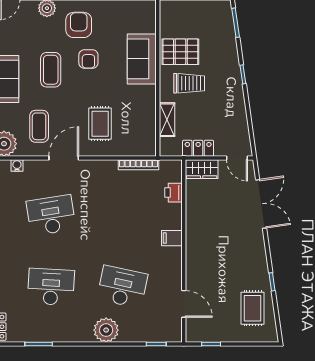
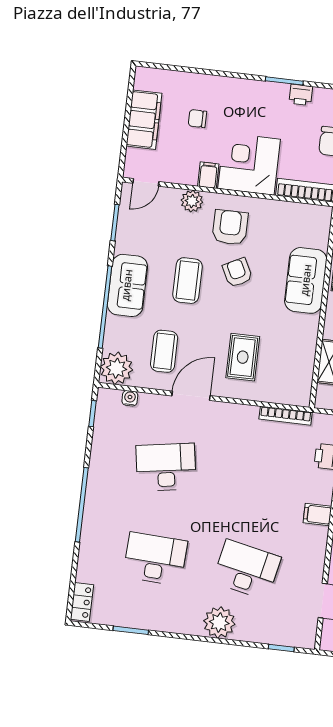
armchair: (88, 59) -> (237, 272), turned 153

